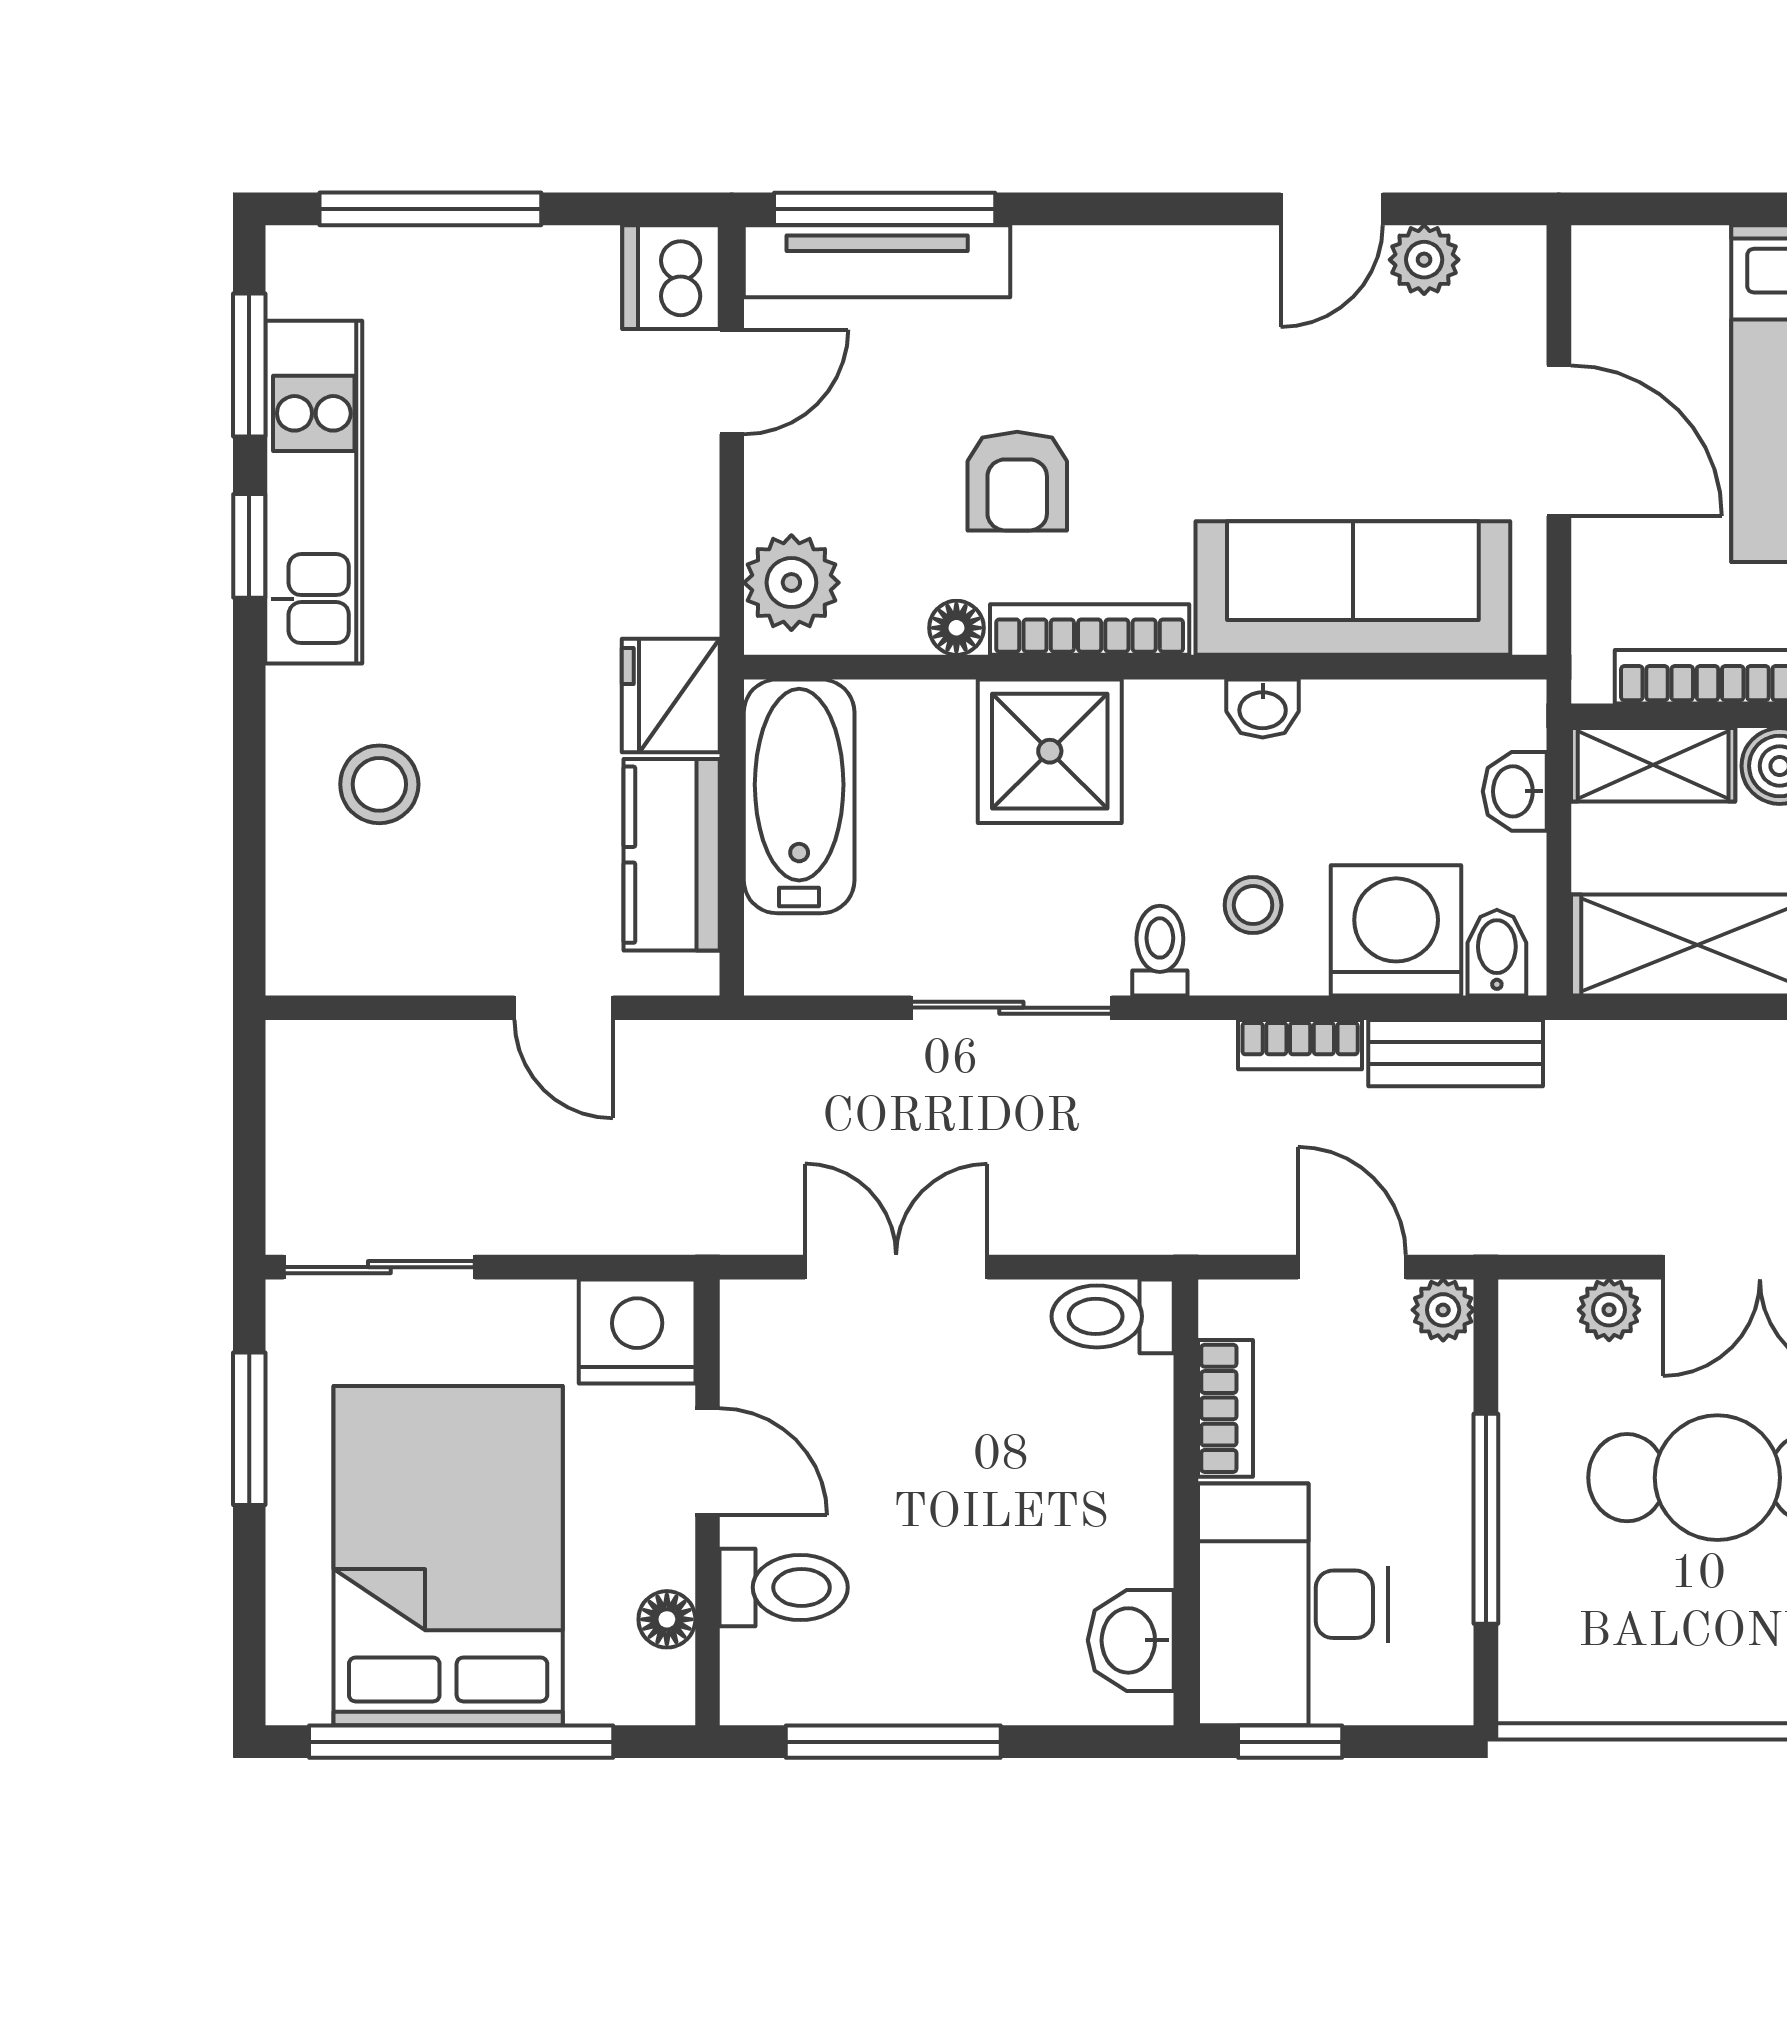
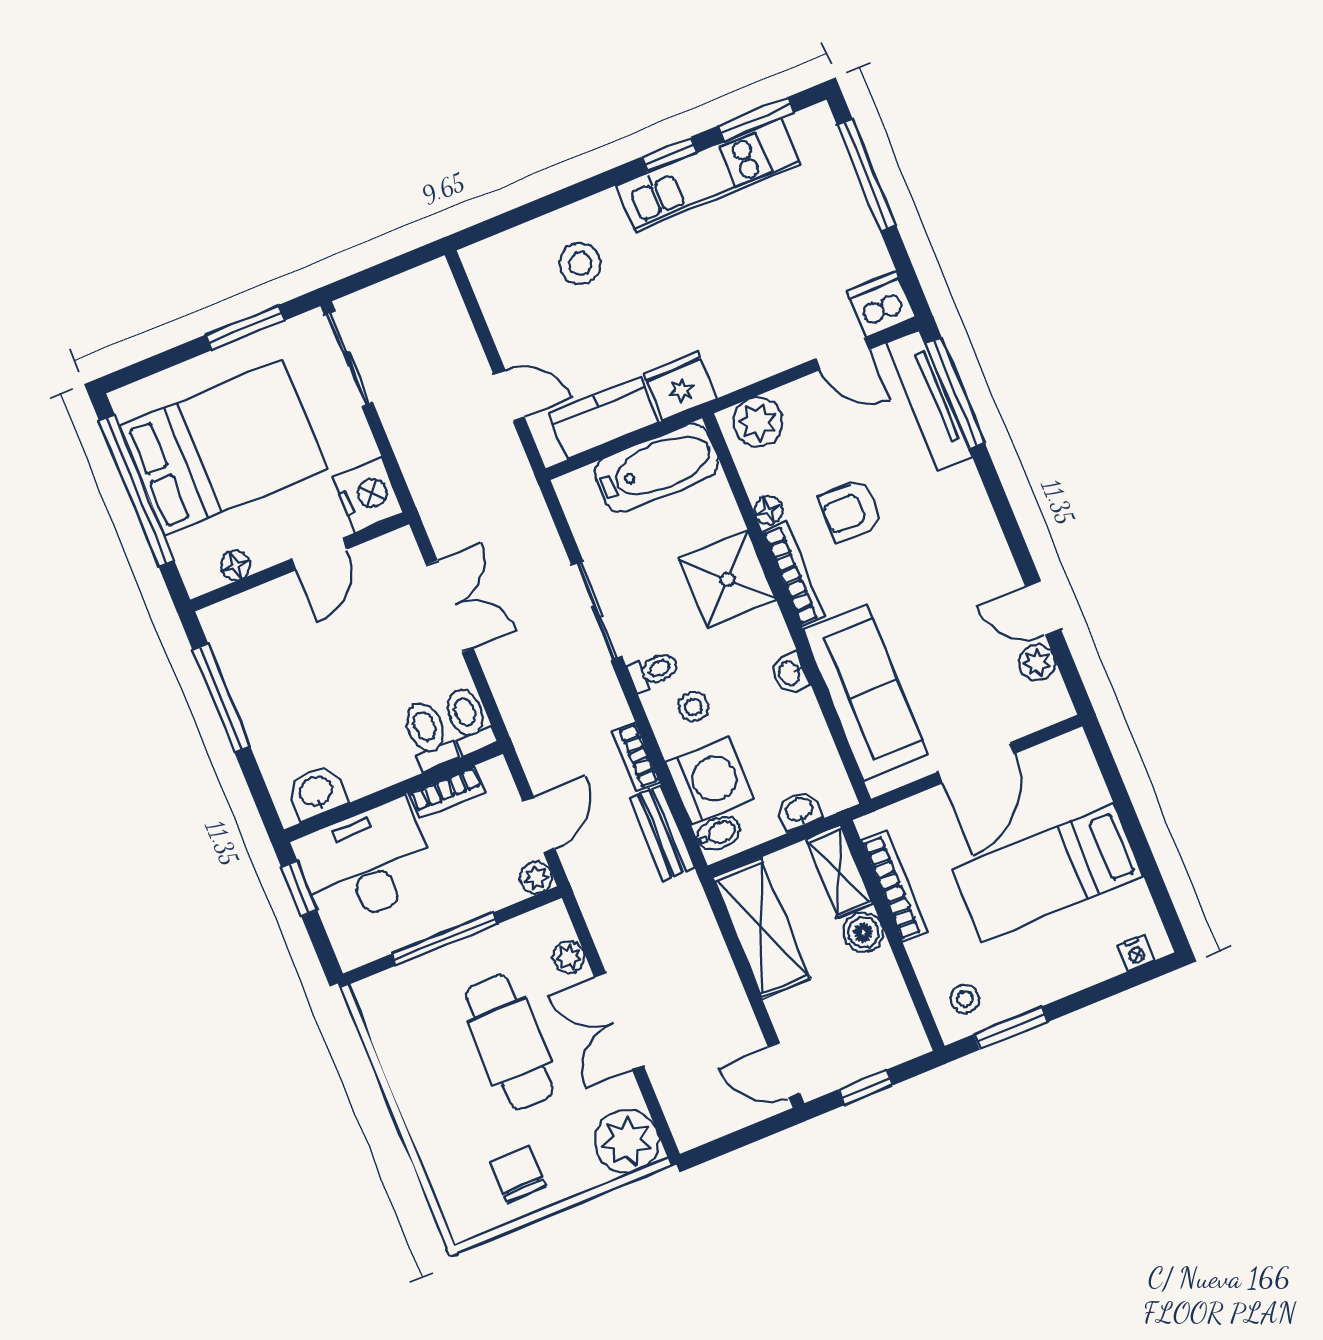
door: (564, 1008) -> (509, 396), swing flipped
toilet: (784, 1587) -> (428, 735), moved, turned 180

